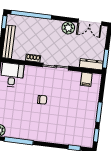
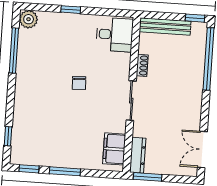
plant: (68, 28) -> (192, 117), removed
filing cabinet: (86, 79) -> (114, 149), width x2.00

